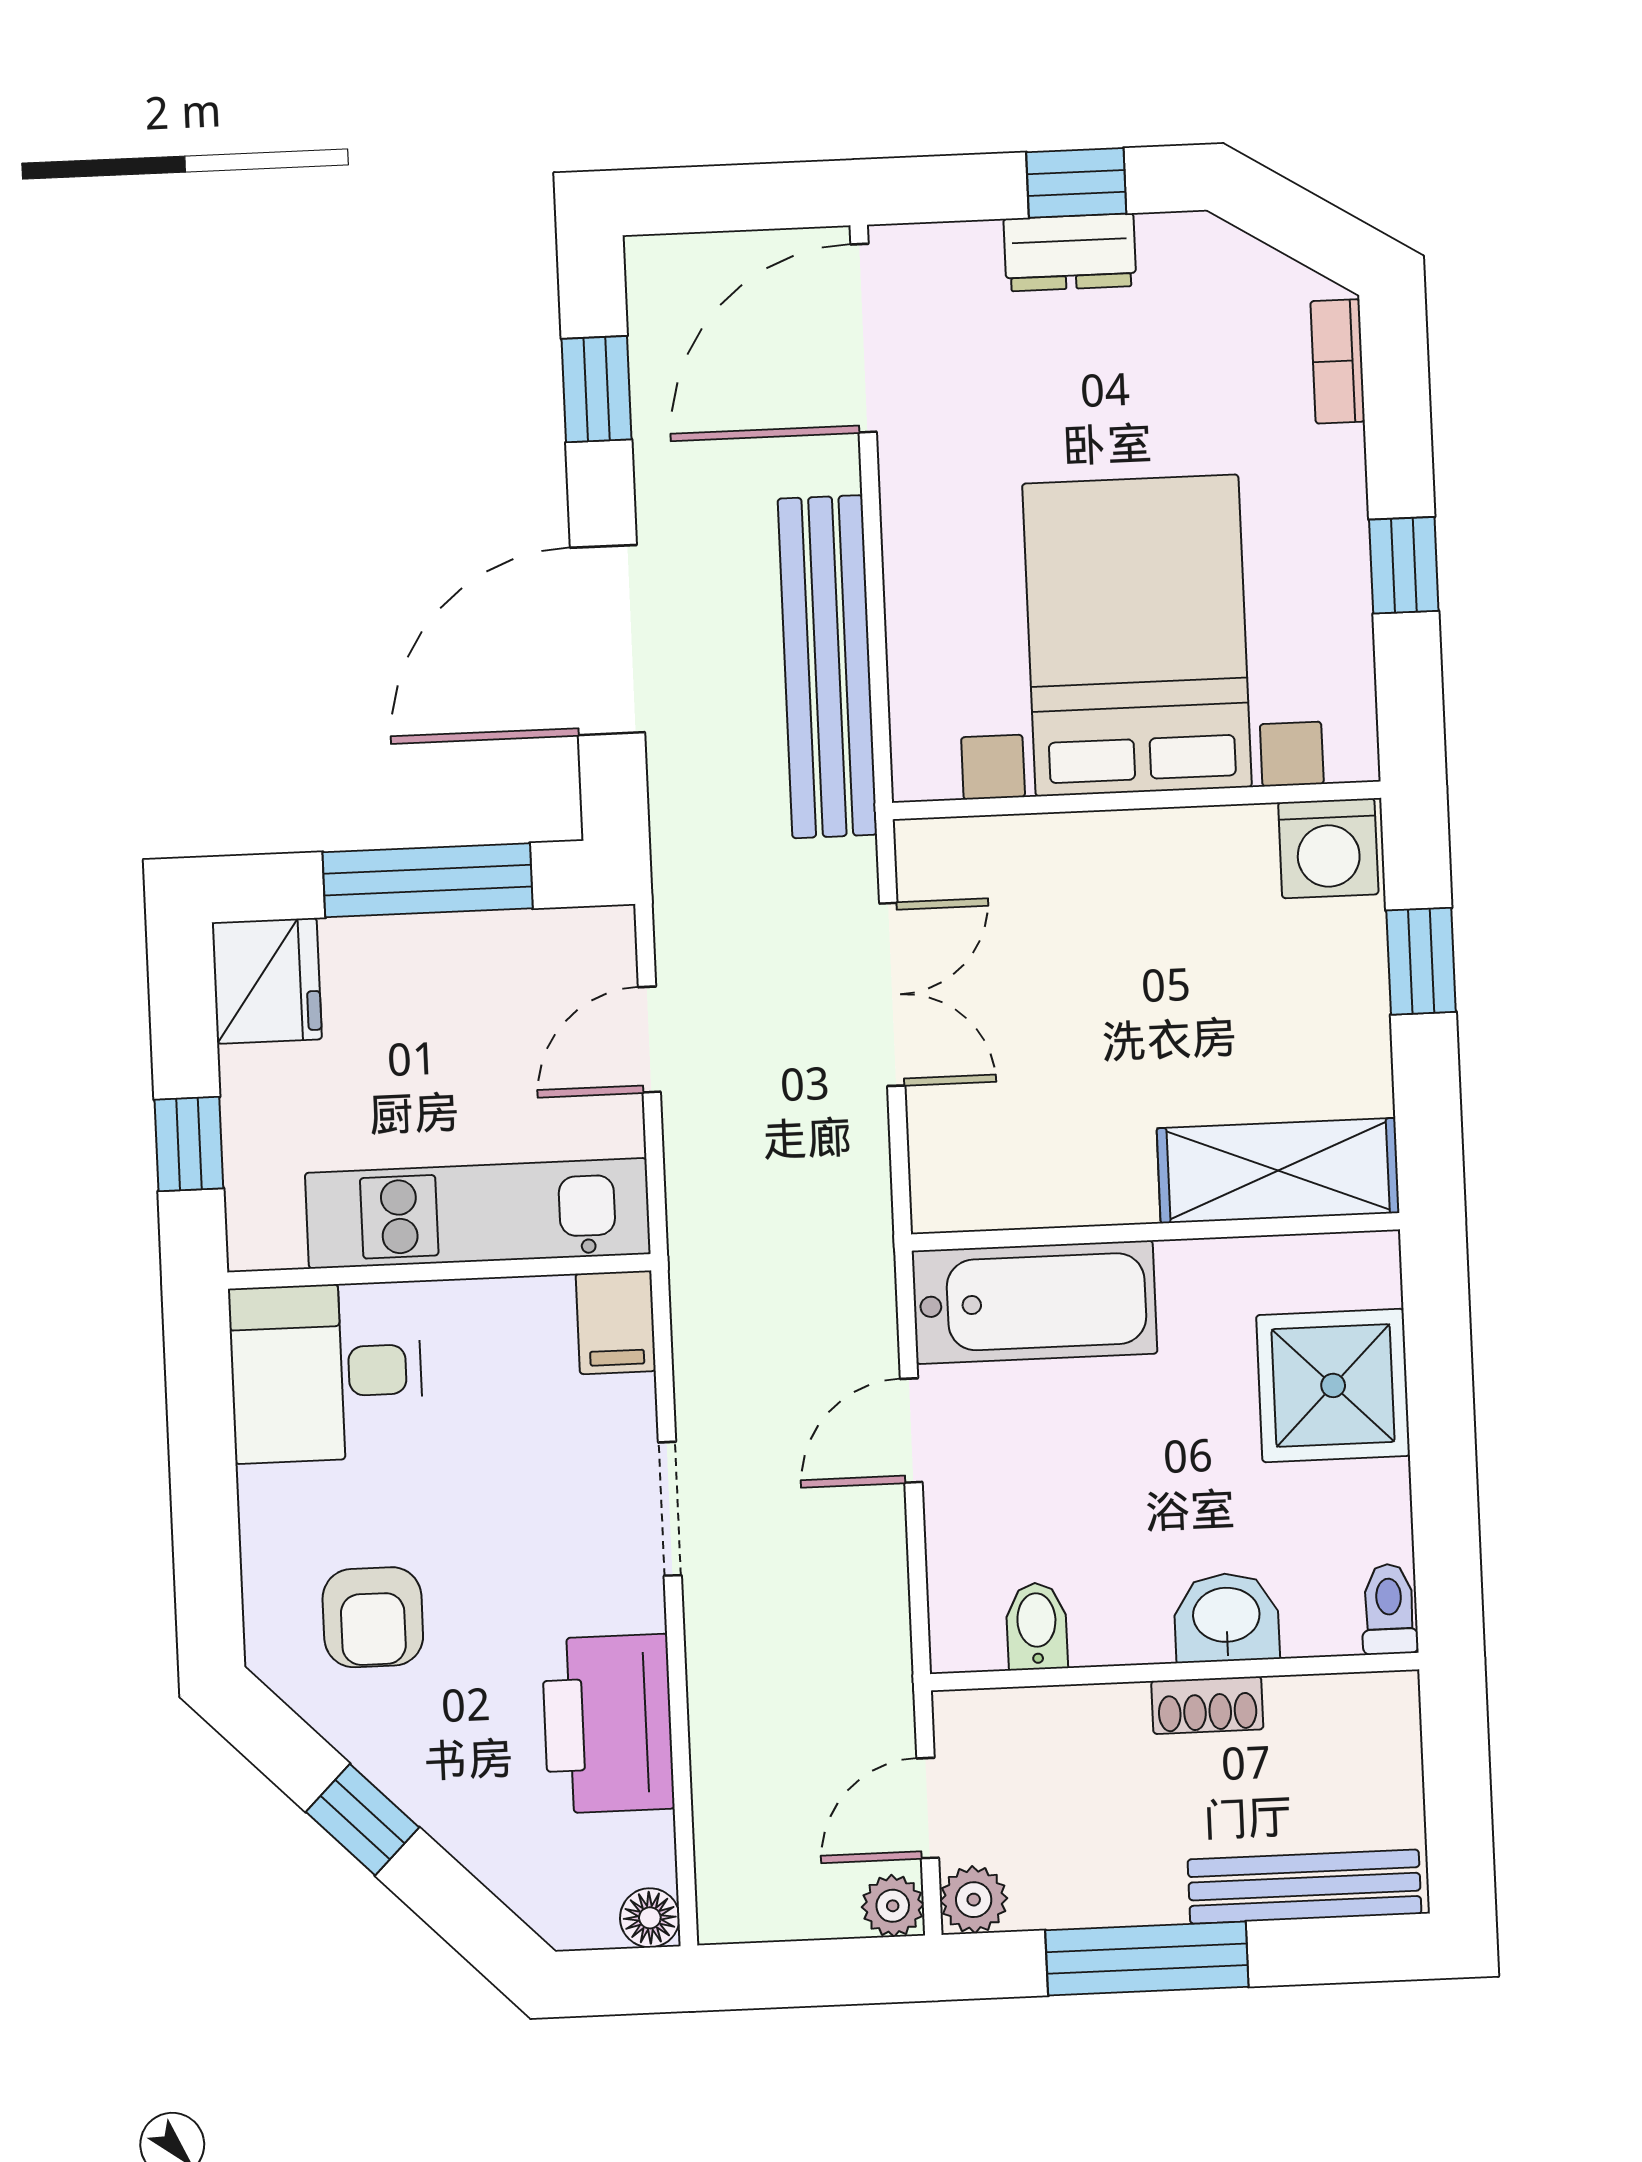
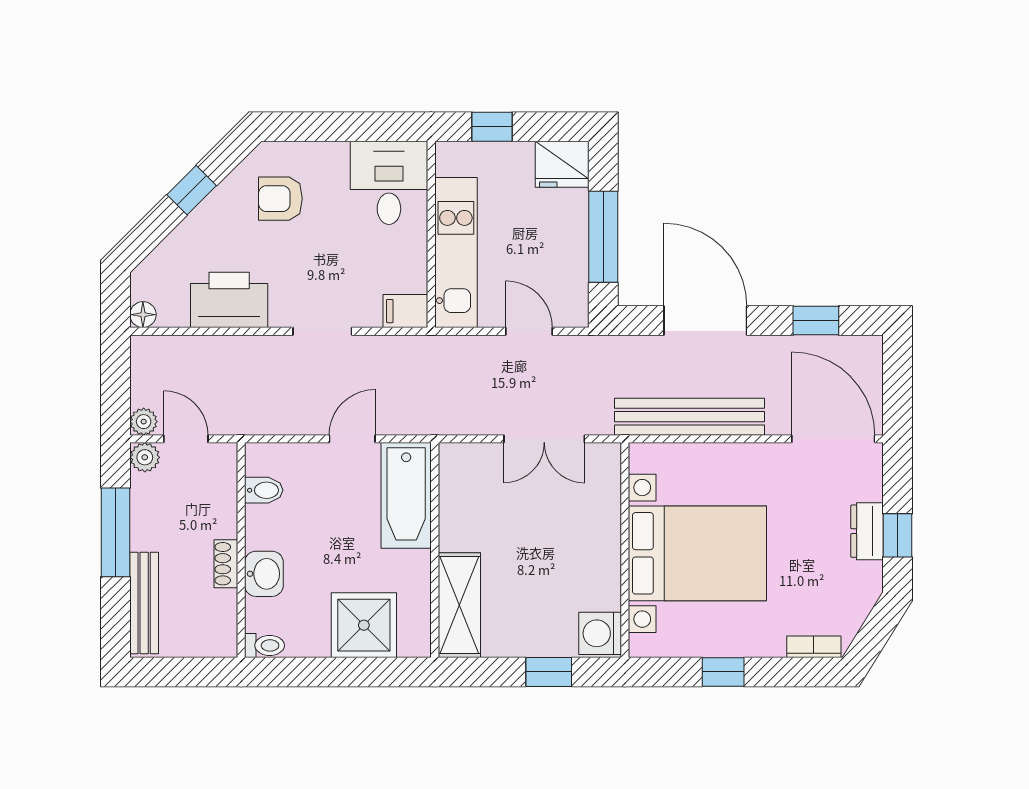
door: (911, 1431) -> (352, 439), hinge flipped

